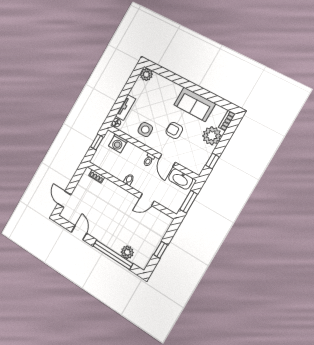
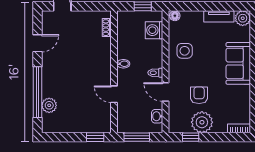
sofa: (195, 104) -> (238, 63), moved
tv unit: (126, 108) -> (219, 16), moved
armchair: (174, 130) -> (199, 95), moved
plant: (212, 136) -> (202, 122), moved
door: (167, 161) -> (165, 92), hinge flipped
washbasin: (181, 179) -> (157, 116), width x0.52, depth x0.69
window: (161, 250) -> (95, 137), moved

